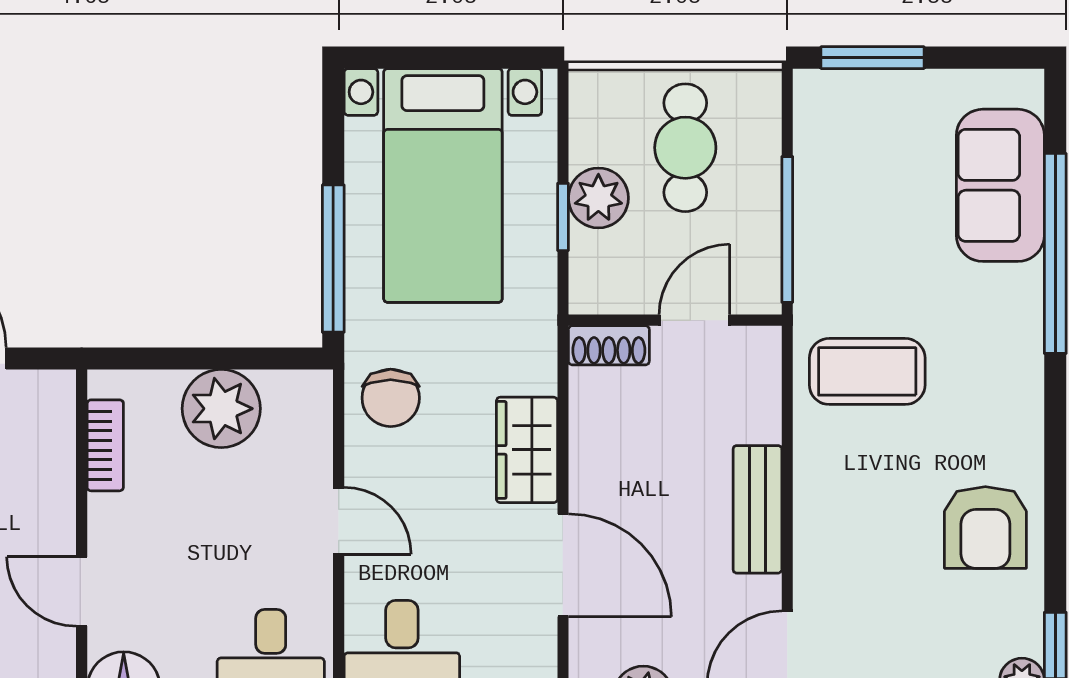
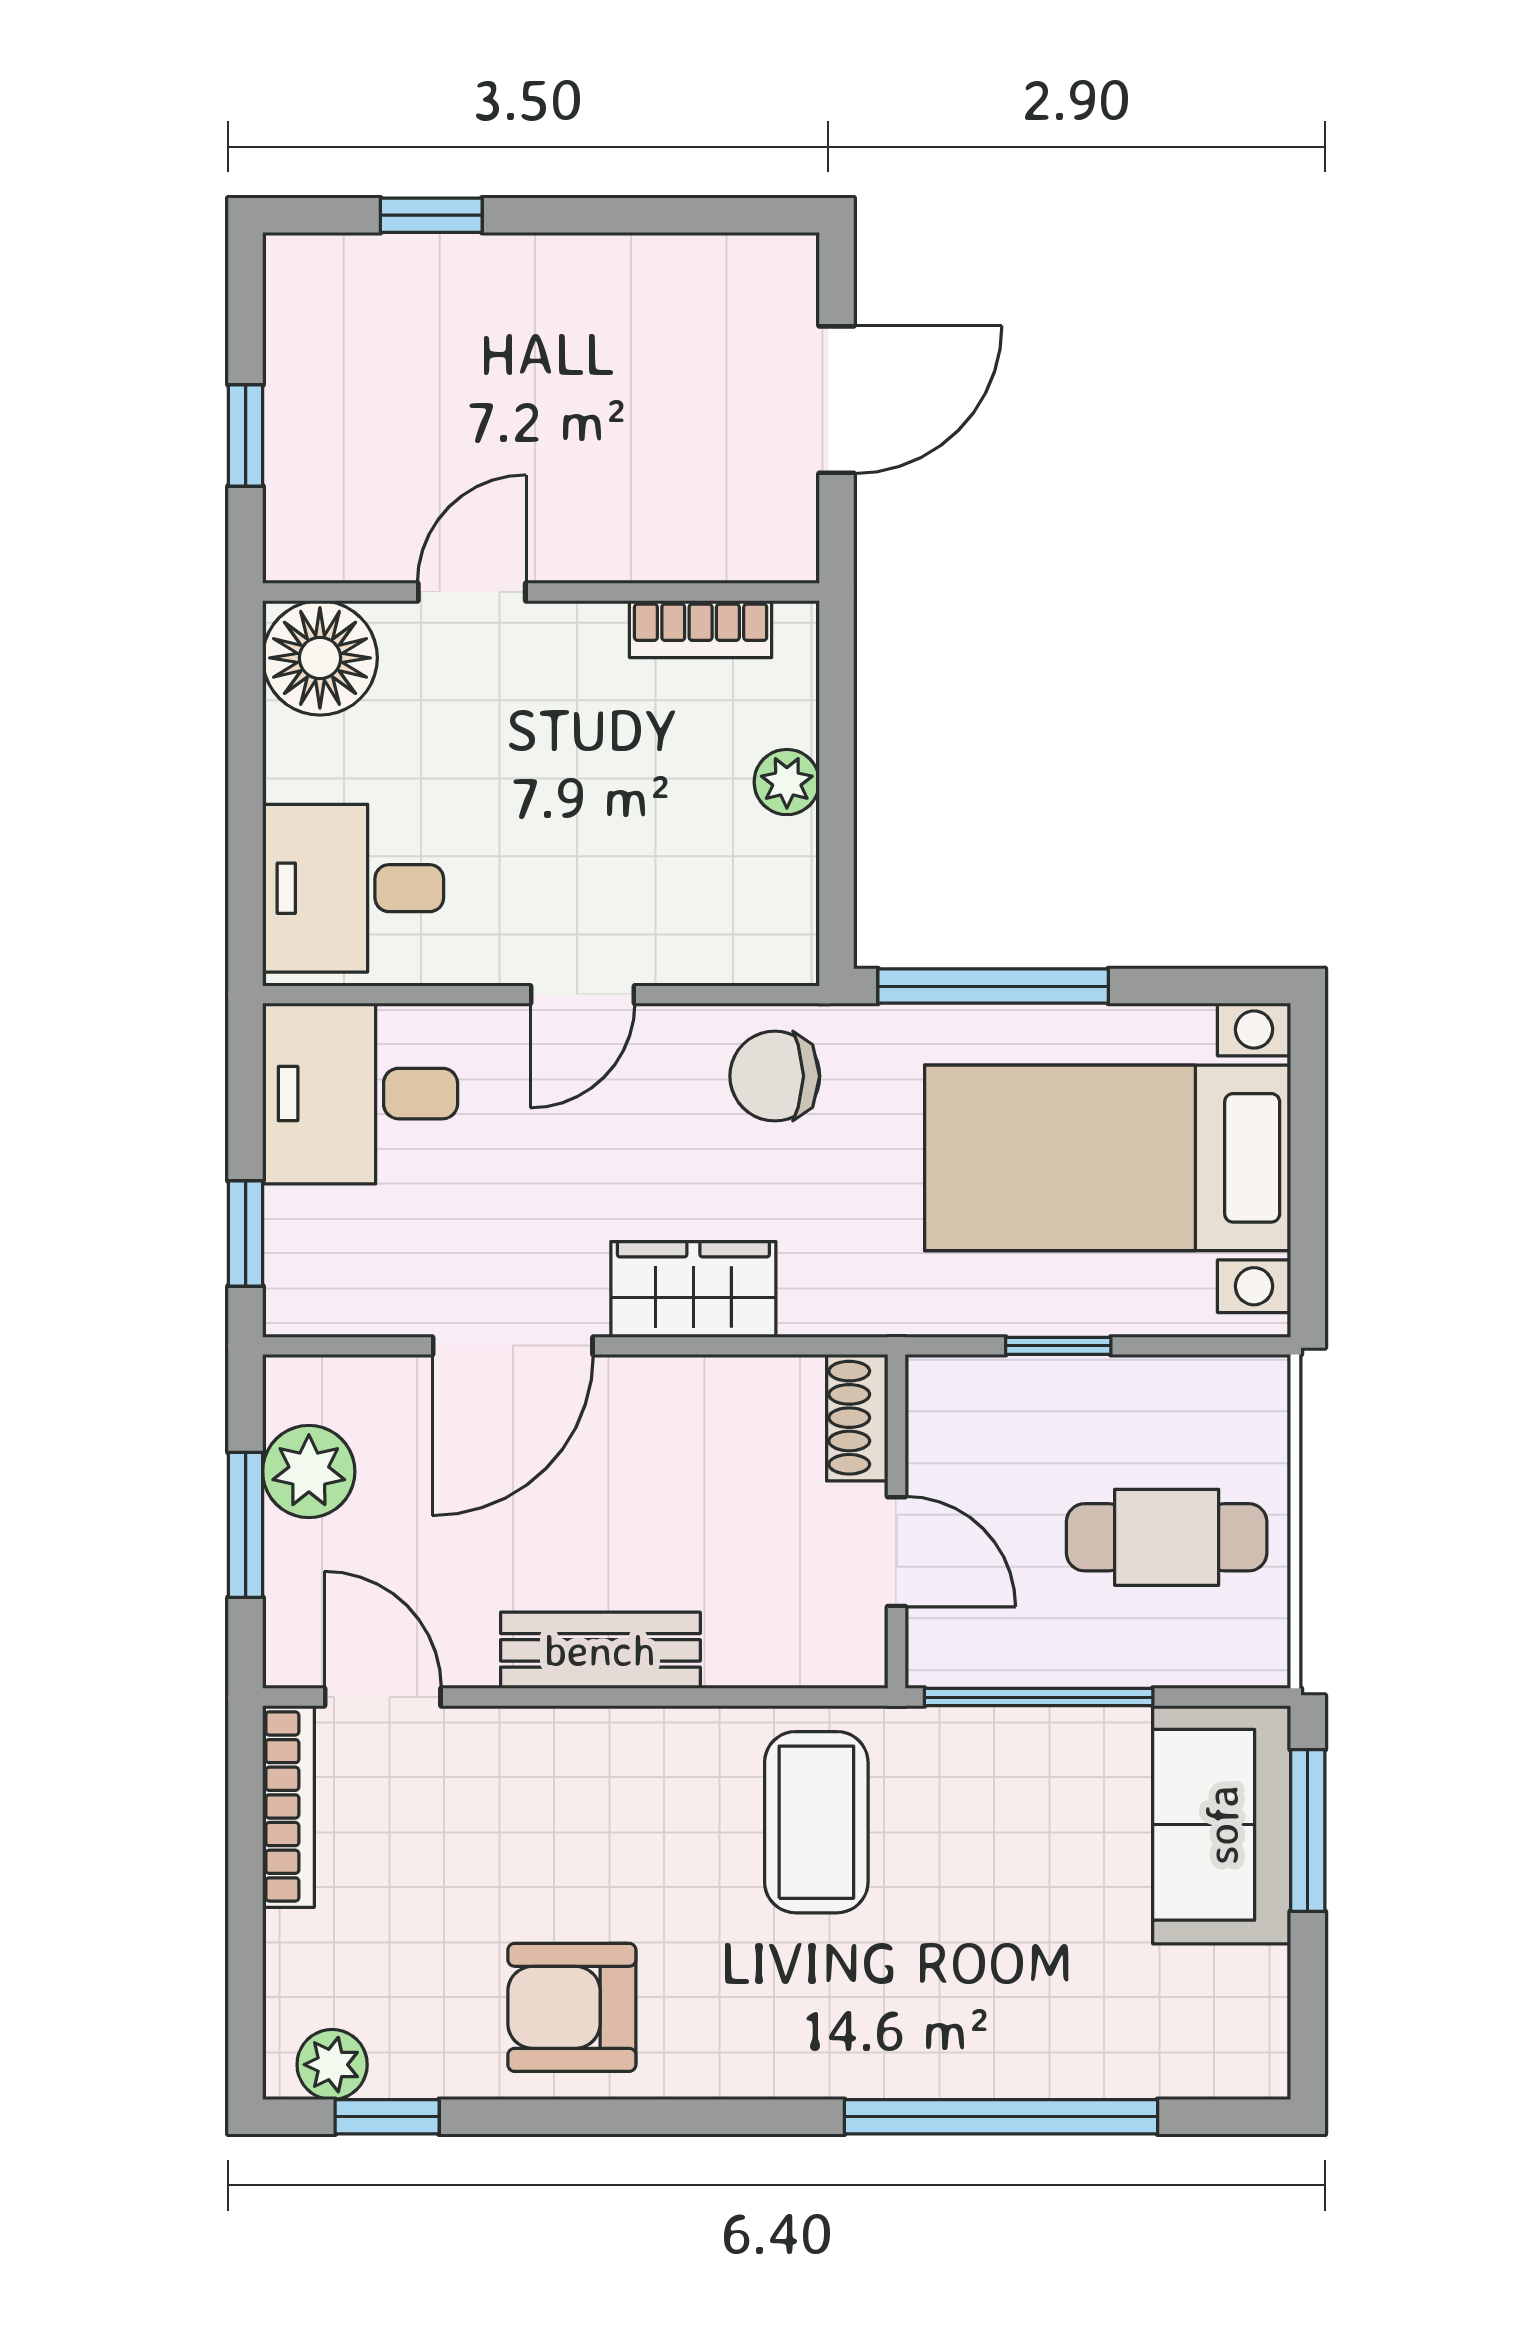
sofa: (1000, 185) -> (1222, 1825), moved, turned -90
plant: (598, 198) -> (1088, 1401), removed
plant: (221, 409) -> (787, 782), width x0.53, depth x0.53

